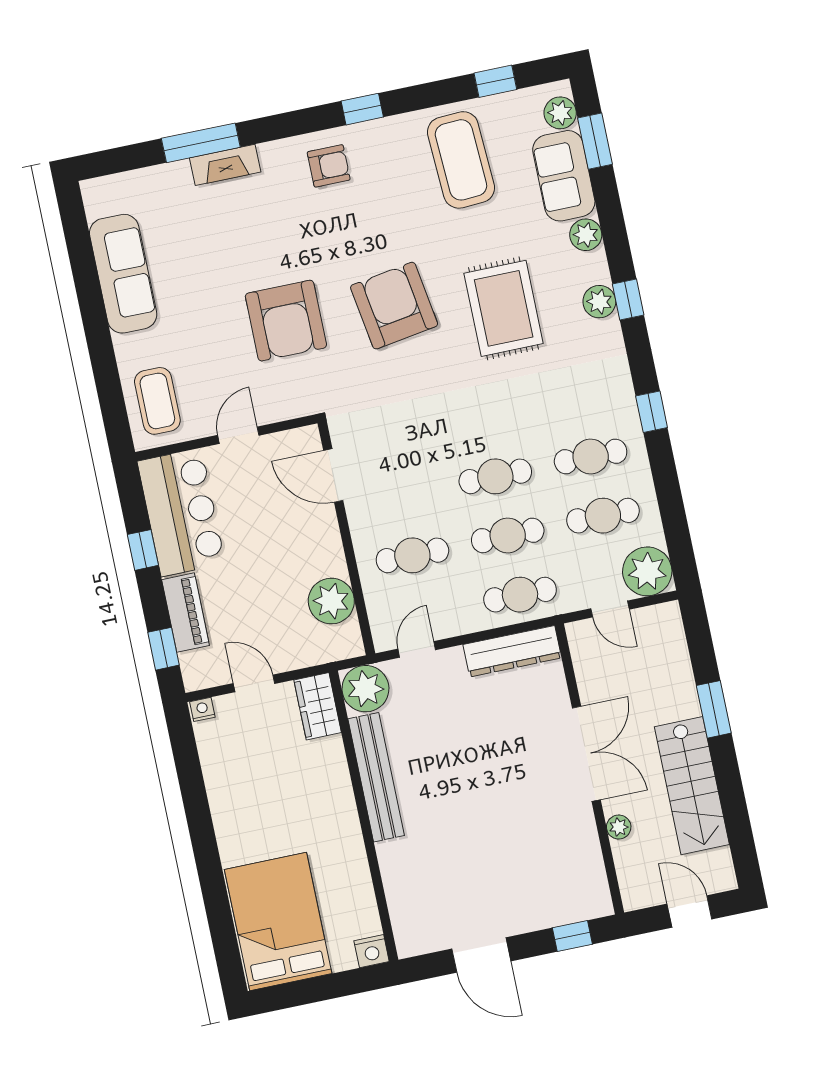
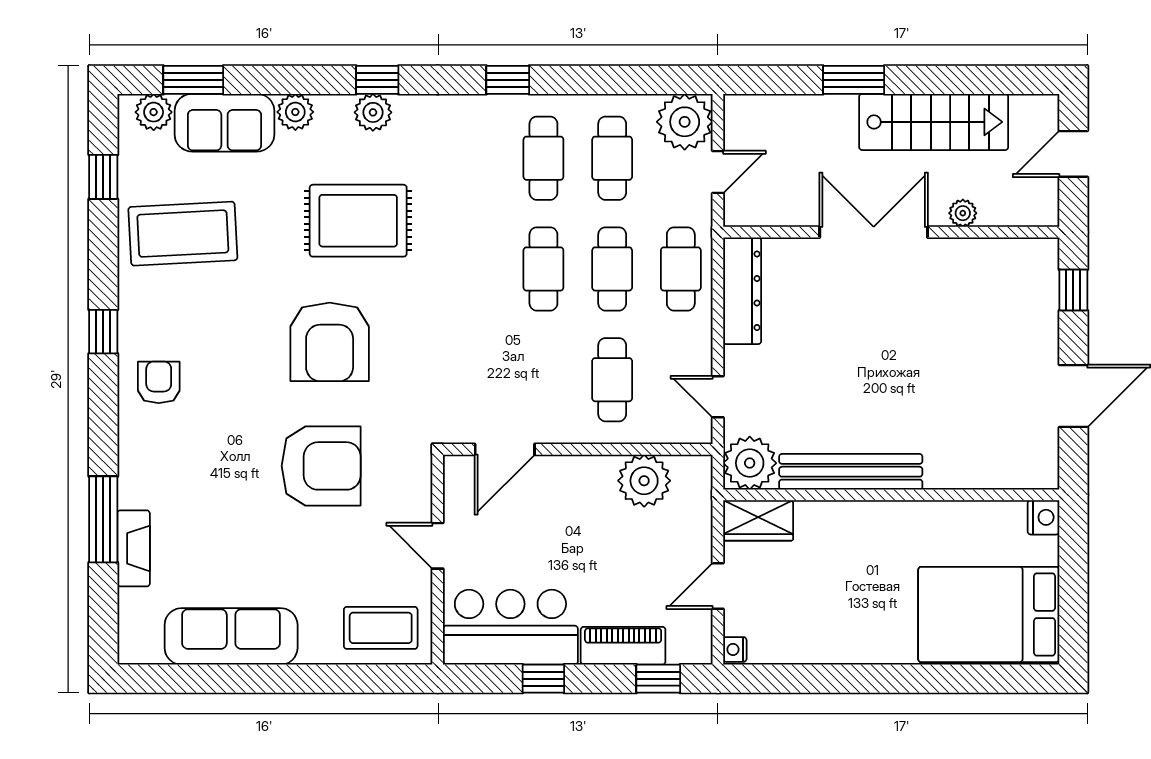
fireplace: (225, 165) -> (134, 548), moved
armchair: (394, 306) -> (330, 342), turned -81

